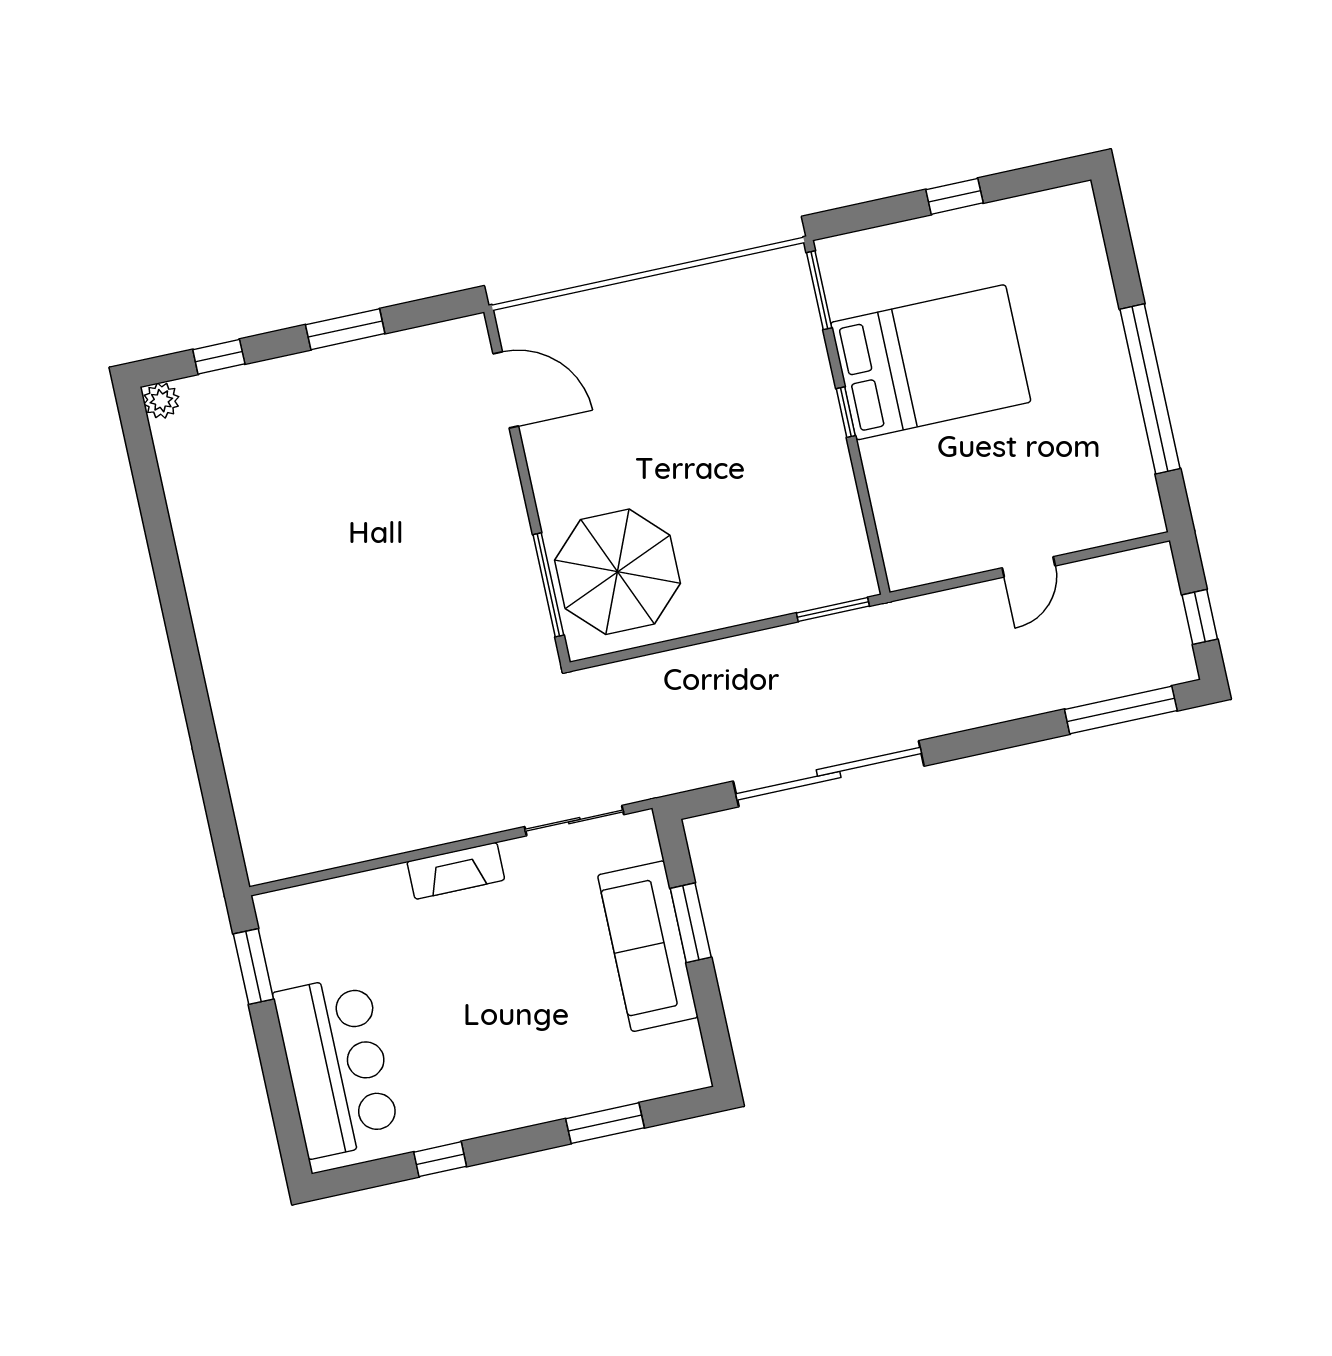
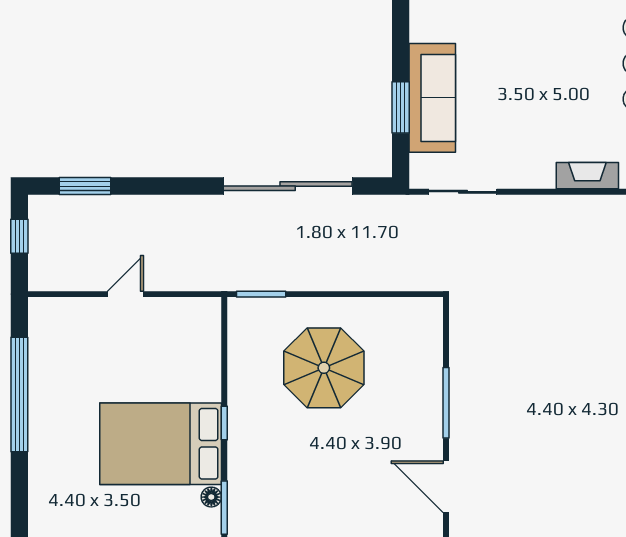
floor lamp: (841, 301) -> (211, 497), added
parasol: (617, 572) -> (324, 368), moved
window: (548, 585) -> (446, 403), moved
window: (1121, 710) -> (85, 186), width x0.69
fireplace: (456, 871) -> (587, 176), moved

